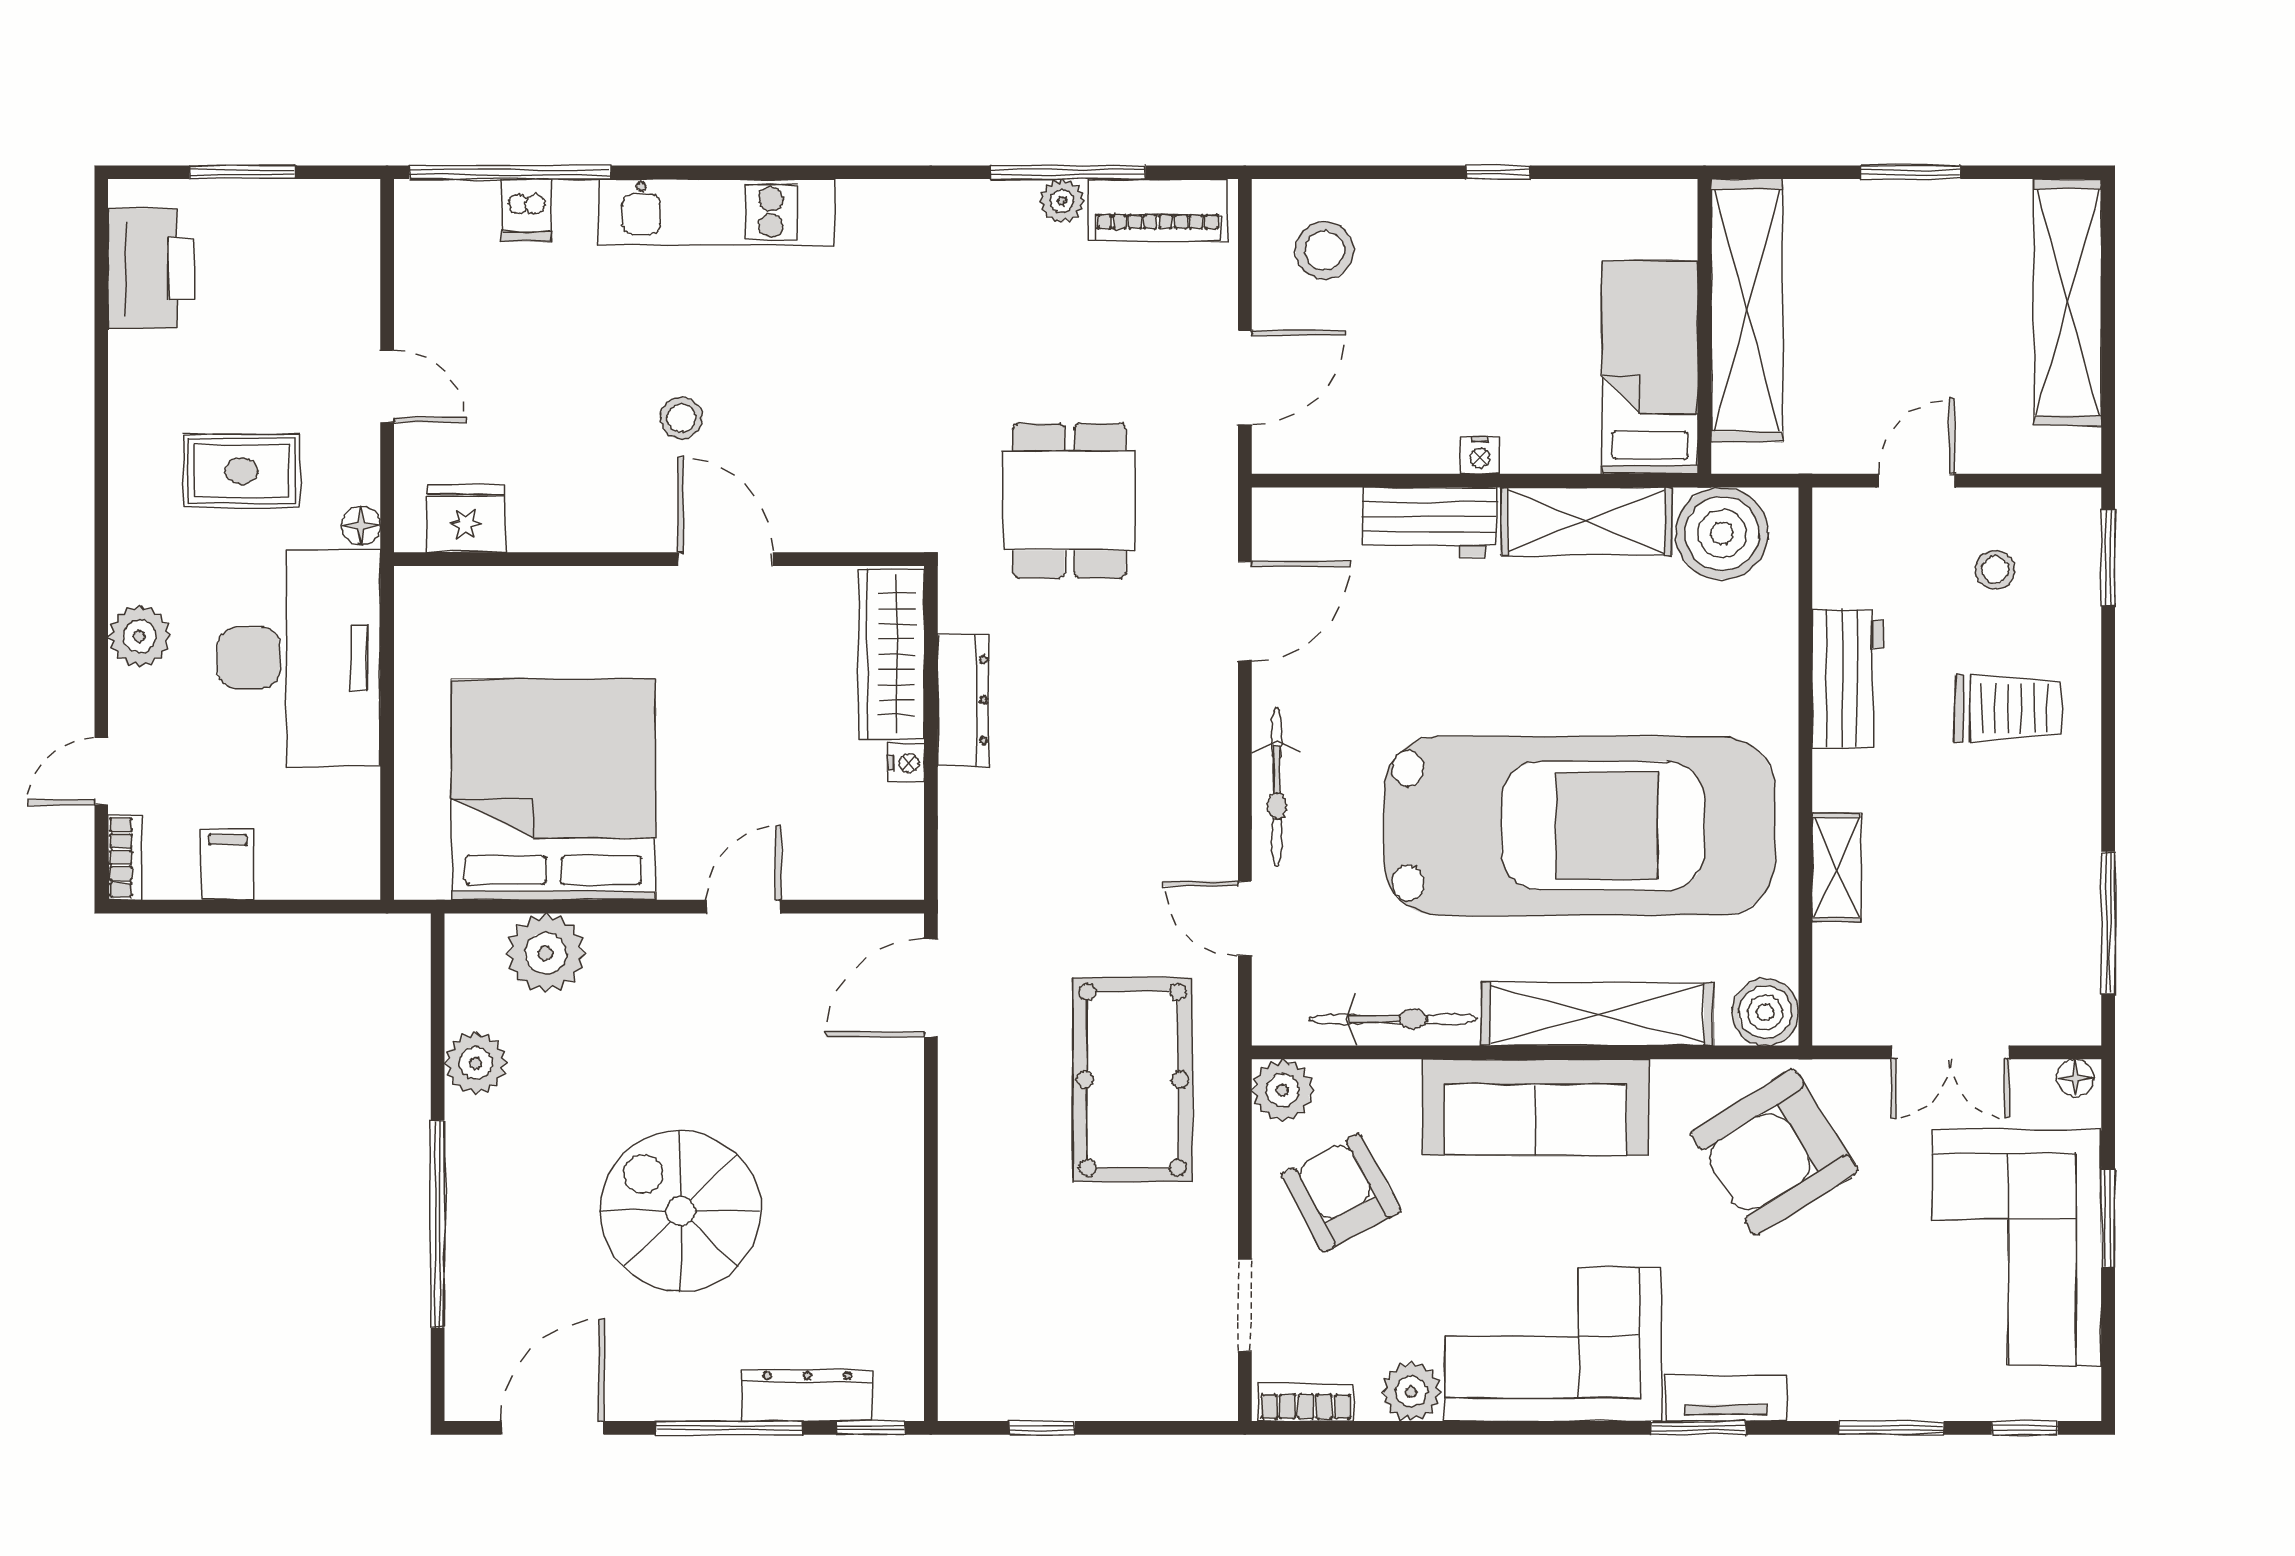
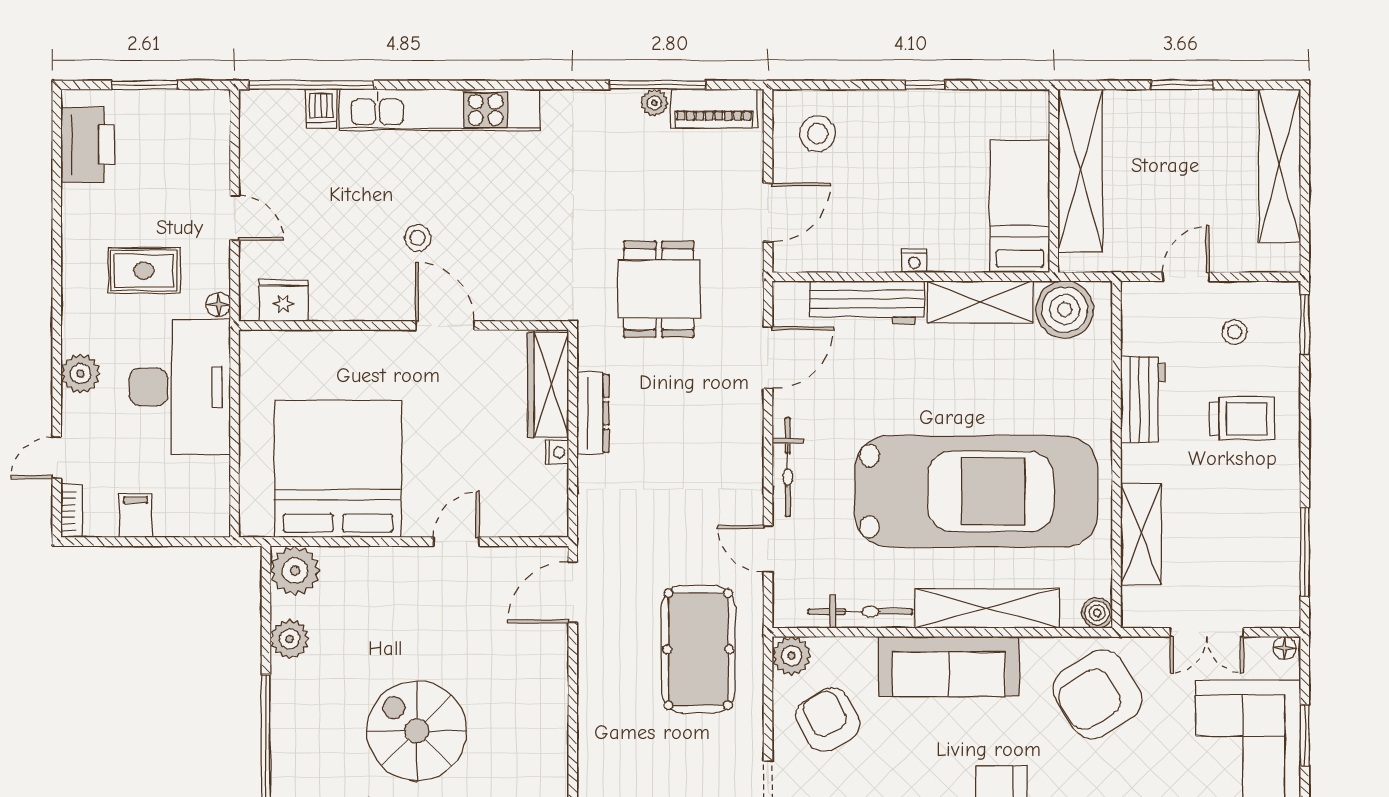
kitchen unit: (717, 212) -> (439, 110), width x1.36
workbench: (1430, 522) -> (867, 302), width x1.37
shelving: (1836, 867) -> (1141, 534), width x1.50, depth x1.33
plant: (546, 953) -> (295, 571), moved
boiler: (1765, 1012) -> (1097, 613), width x0.73, depth x0.73

